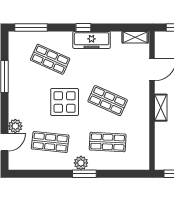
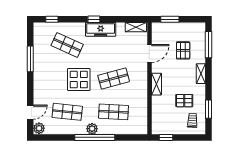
window: (31, 27) -> (52, 19), width x0.46
shop shelf: (108, 101) -> (114, 78), turned -39
plant: (15, 126) -> (39, 128), moved
window: (84, 174) -> (95, 137), width x2.11

